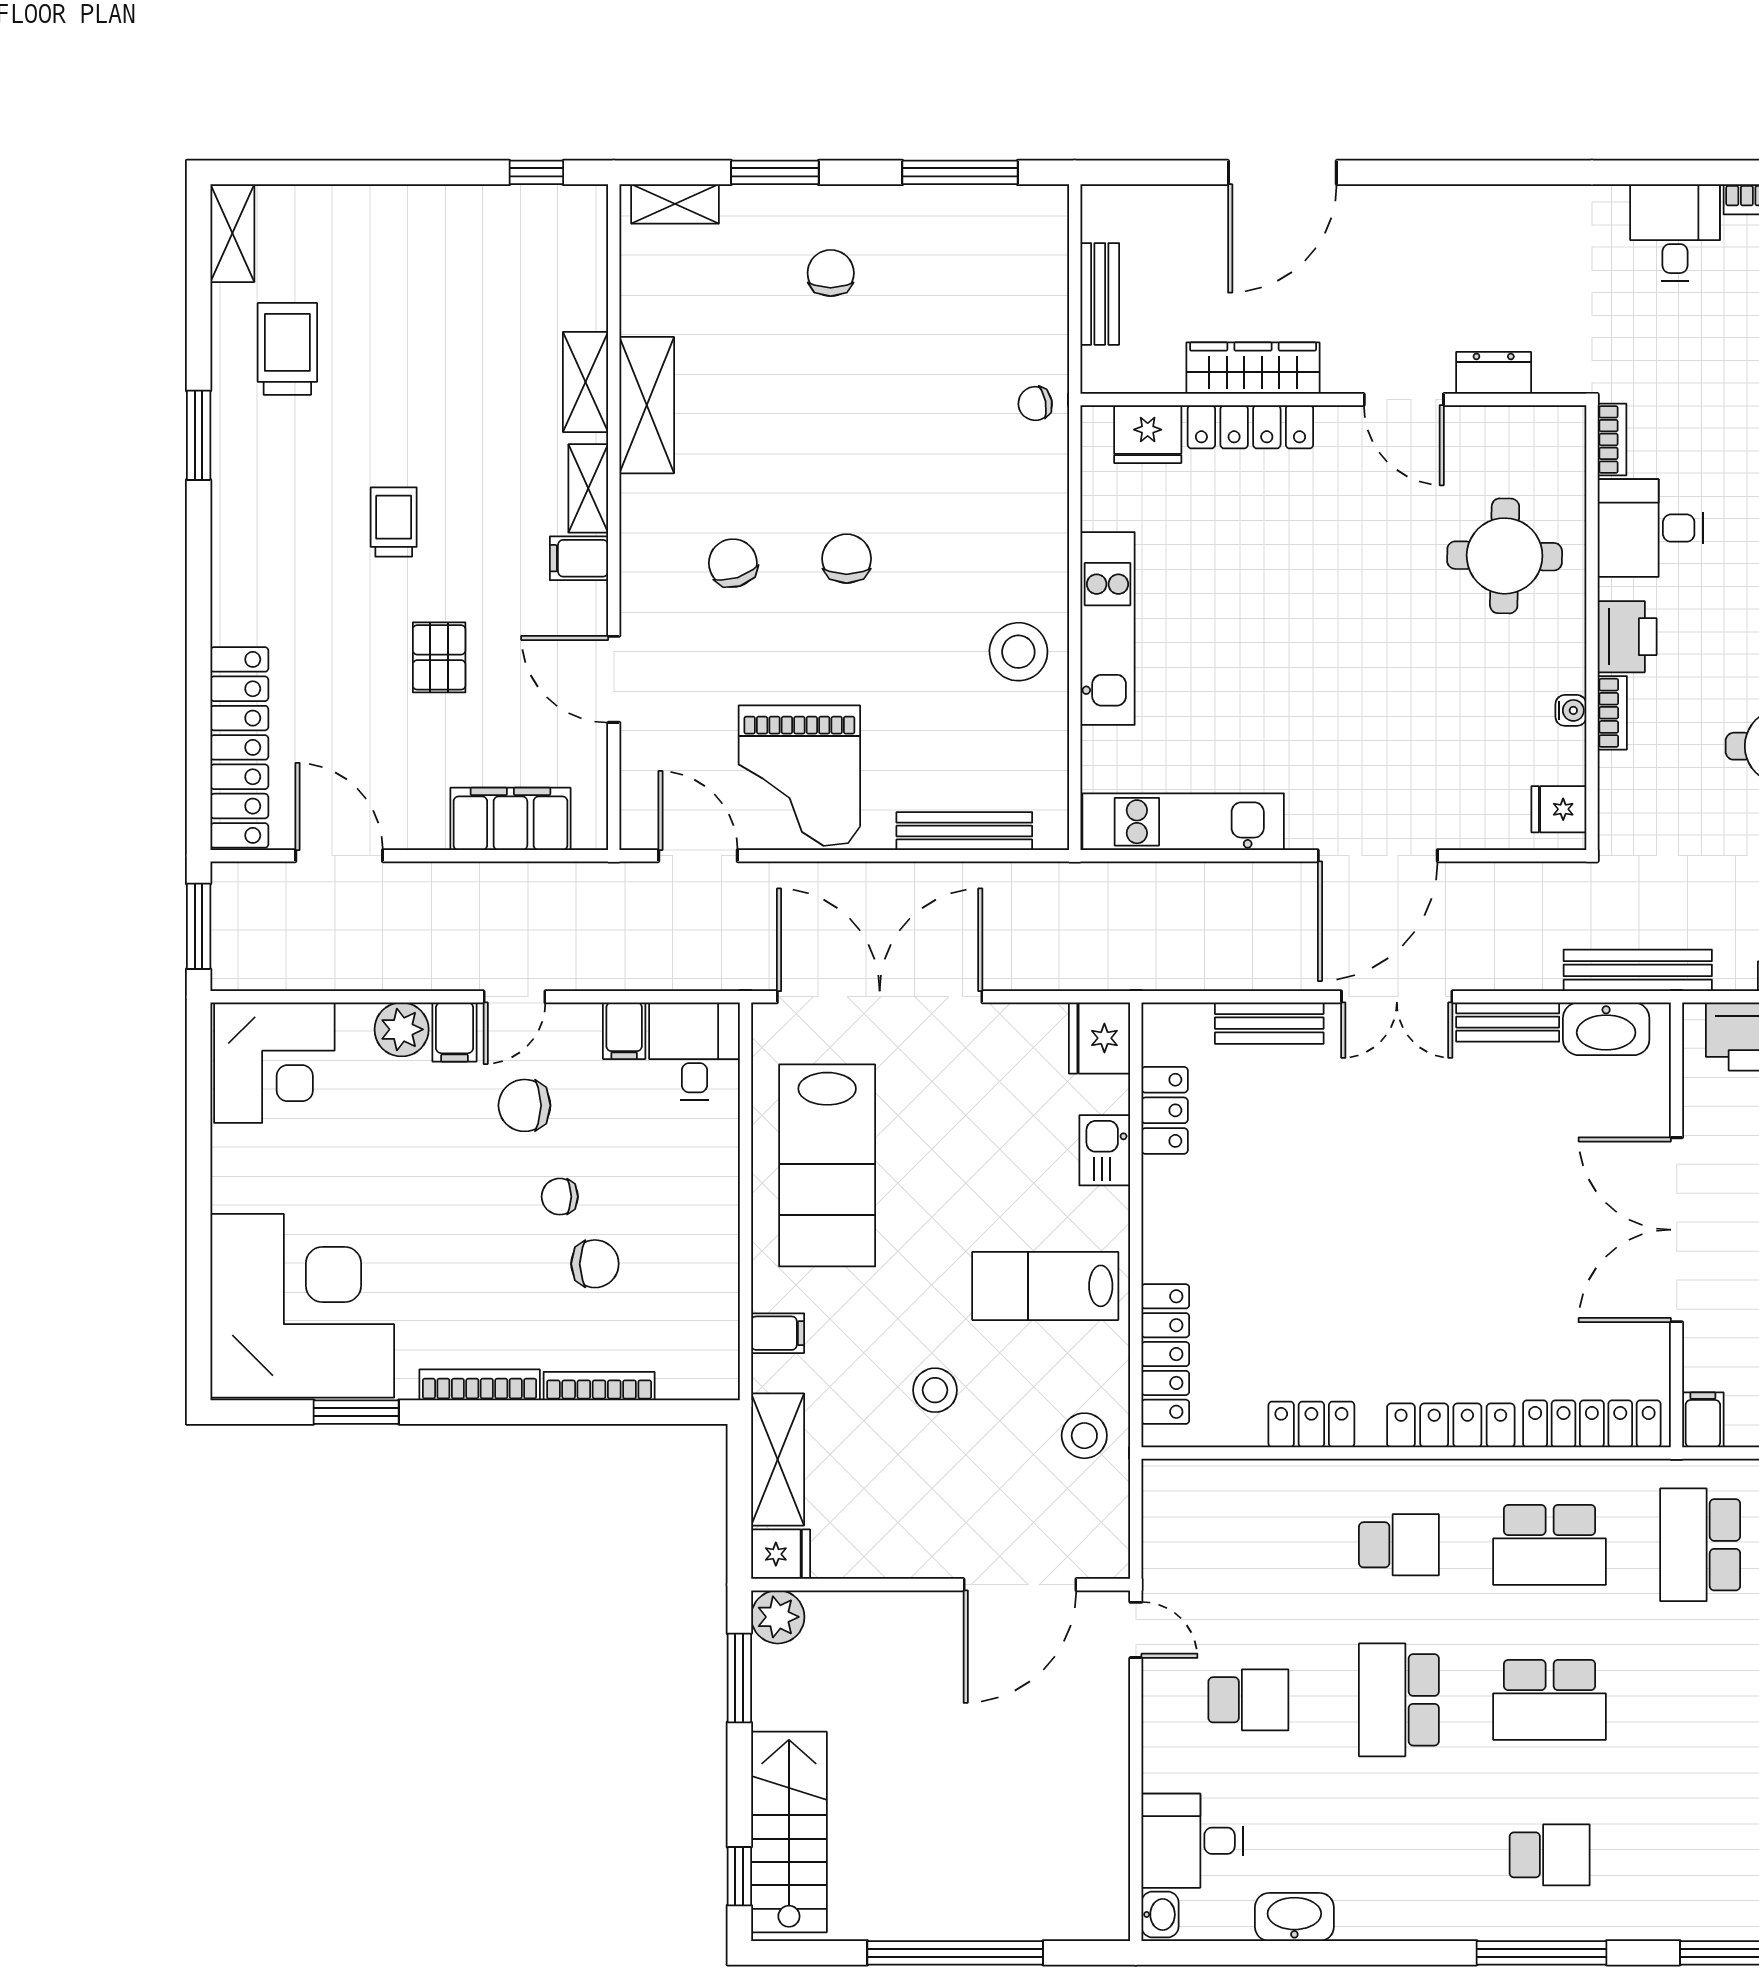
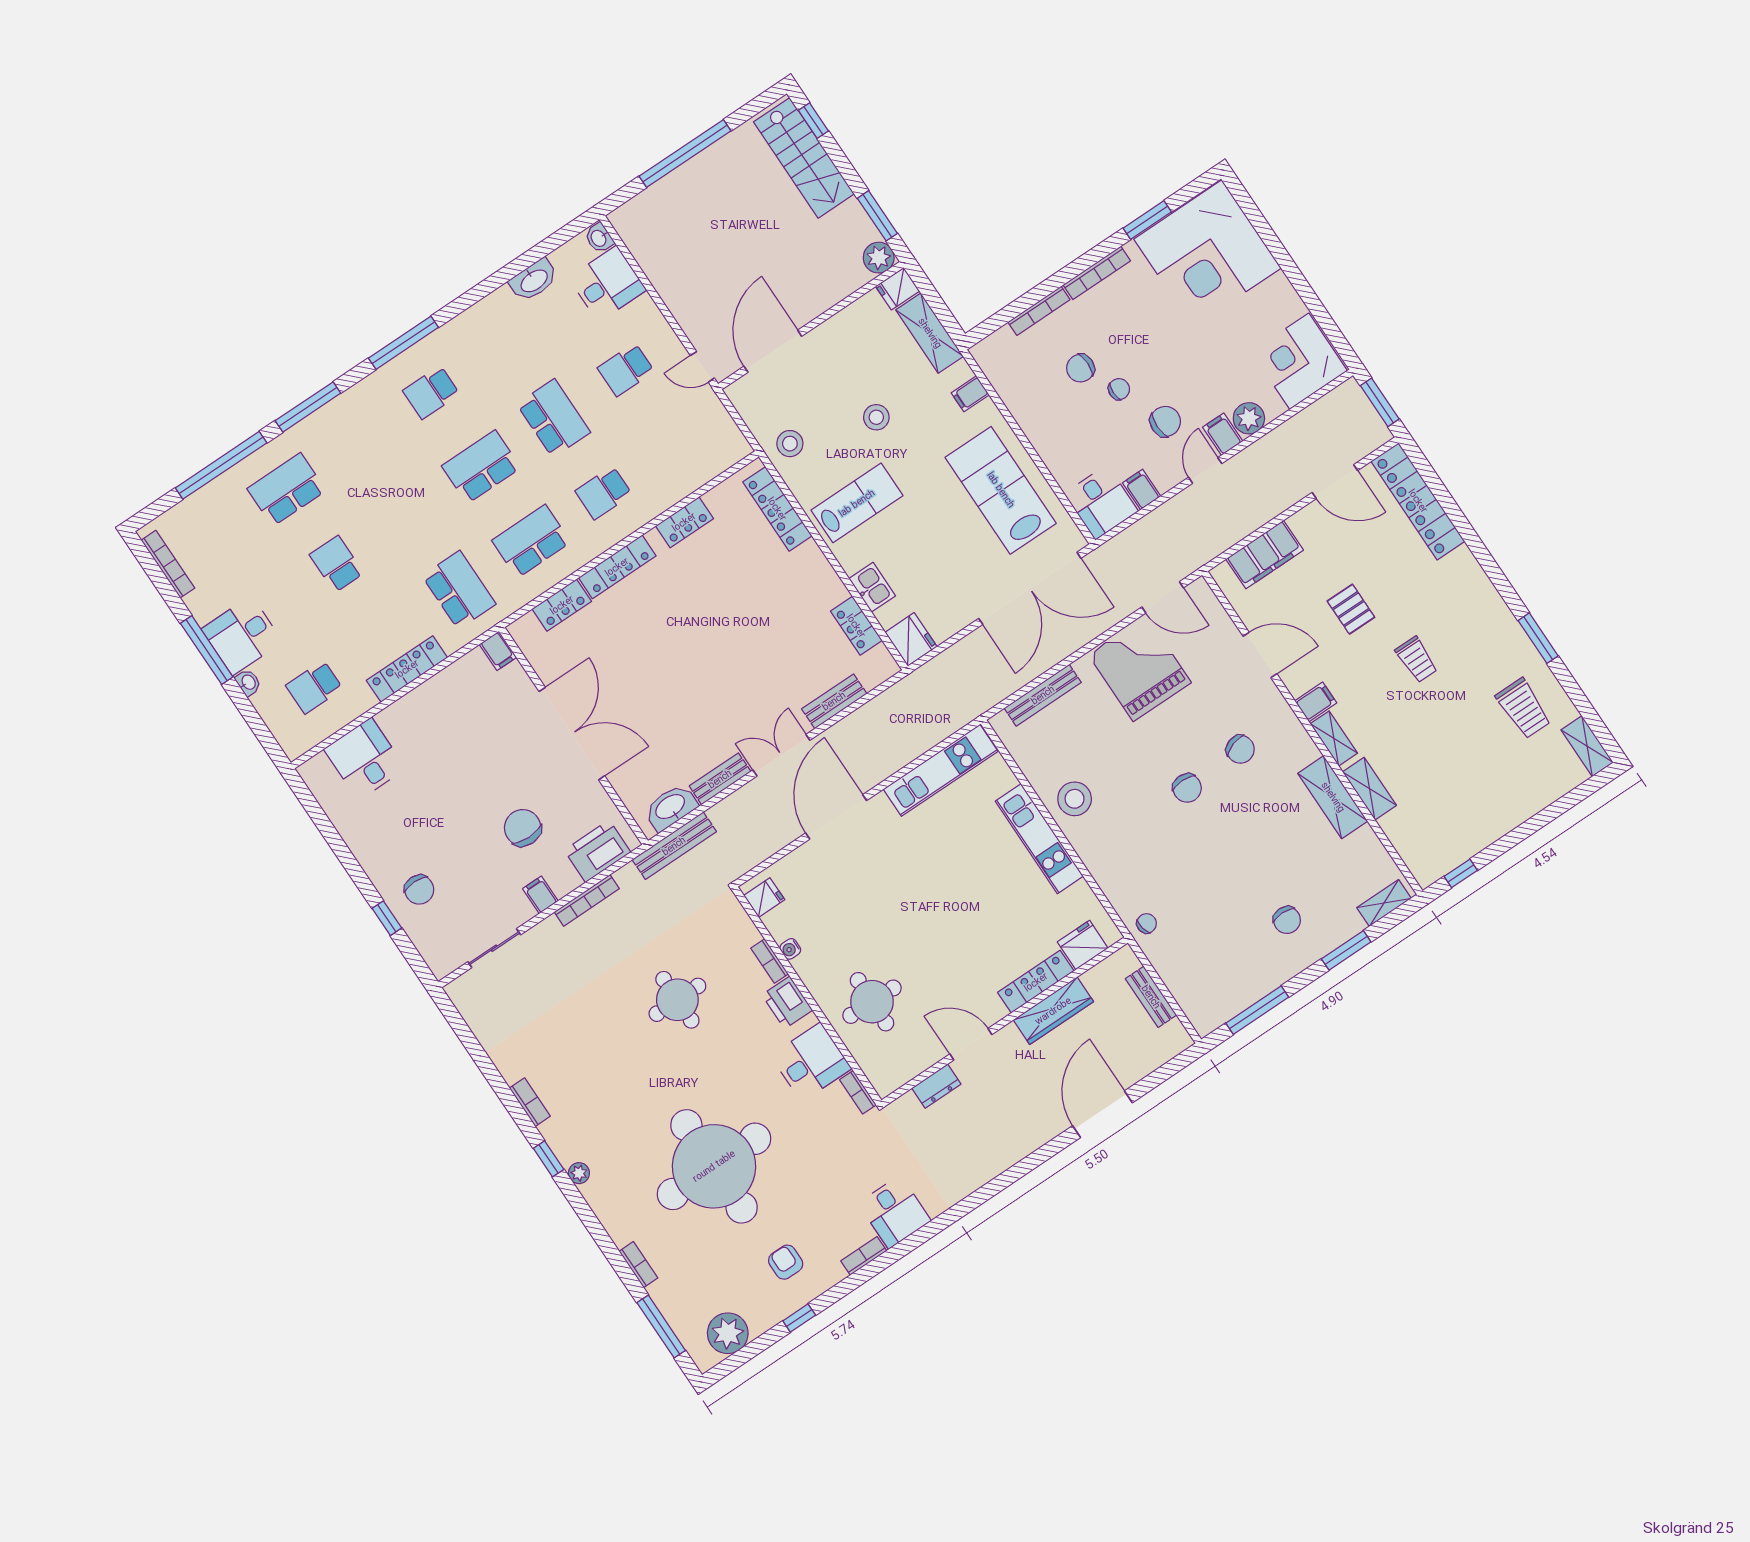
locker: (1592, 1424) -> (562, 605), width x0.66

